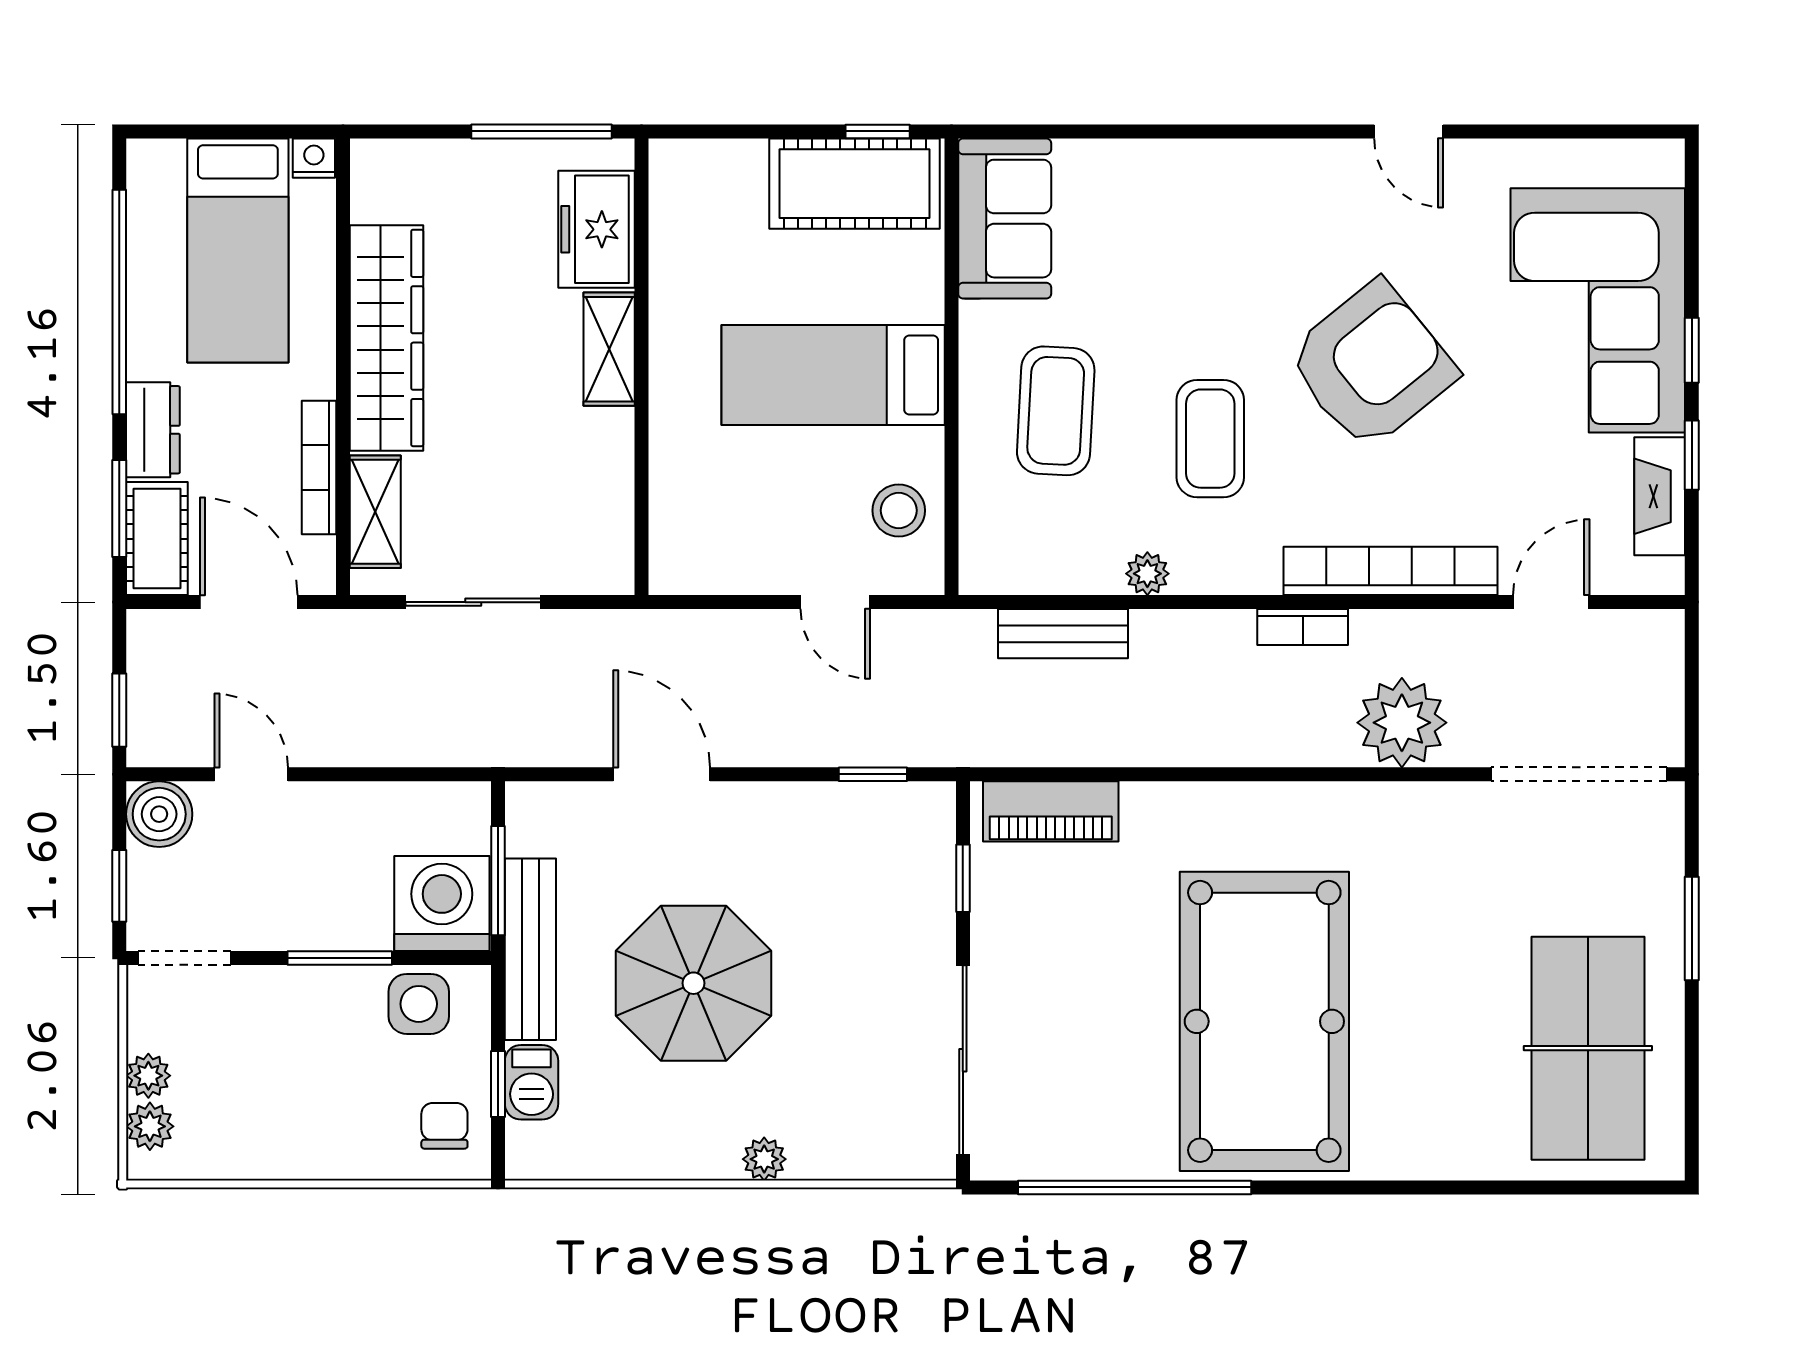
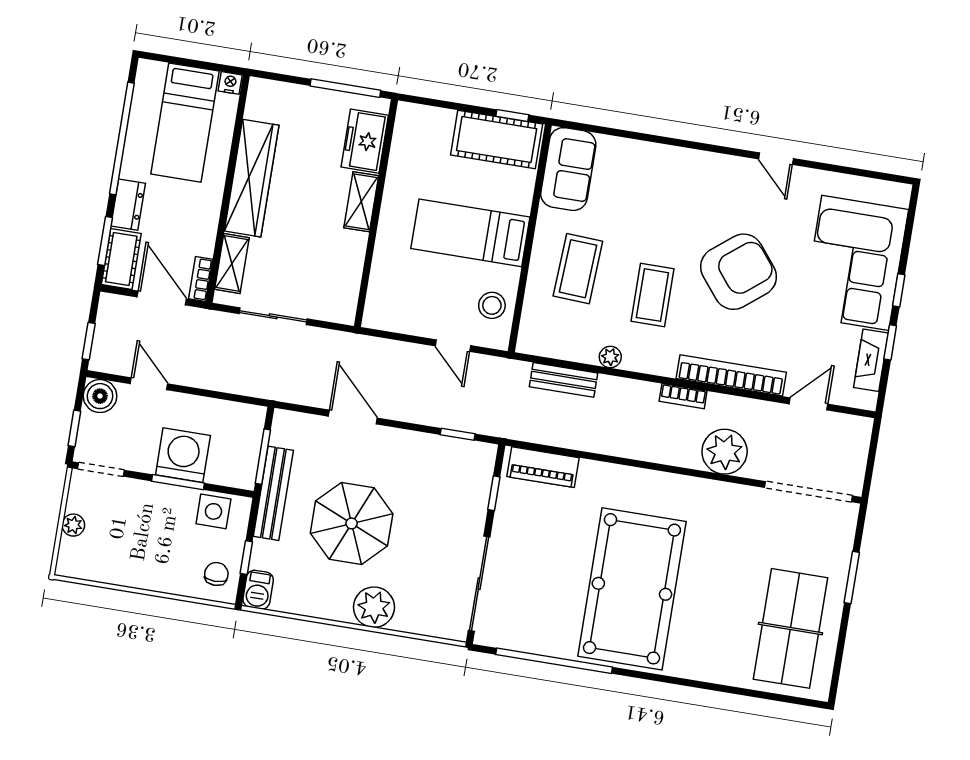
bookcase: (319, 467) -> (201, 279), moved, width x0.64
washing machine: (442, 903) -> (183, 455), moved
barbecue: (532, 1082) -> (258, 590), moved
plant: (150, 1126) -> (70, 550), removed
plant: (764, 1159) -> (374, 607), width x1.87, depth x1.87

